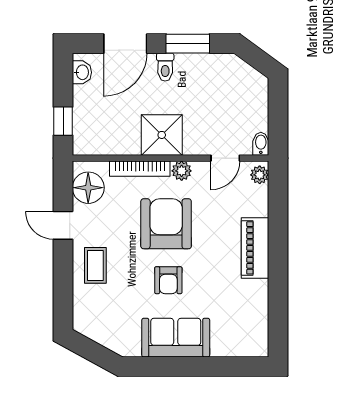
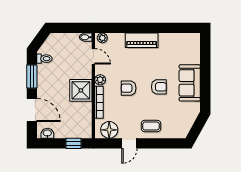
toilet: (165, 67) -> (44, 59), moved
armchair: (166, 224) -> (129, 88), width x0.53, depth x0.53

